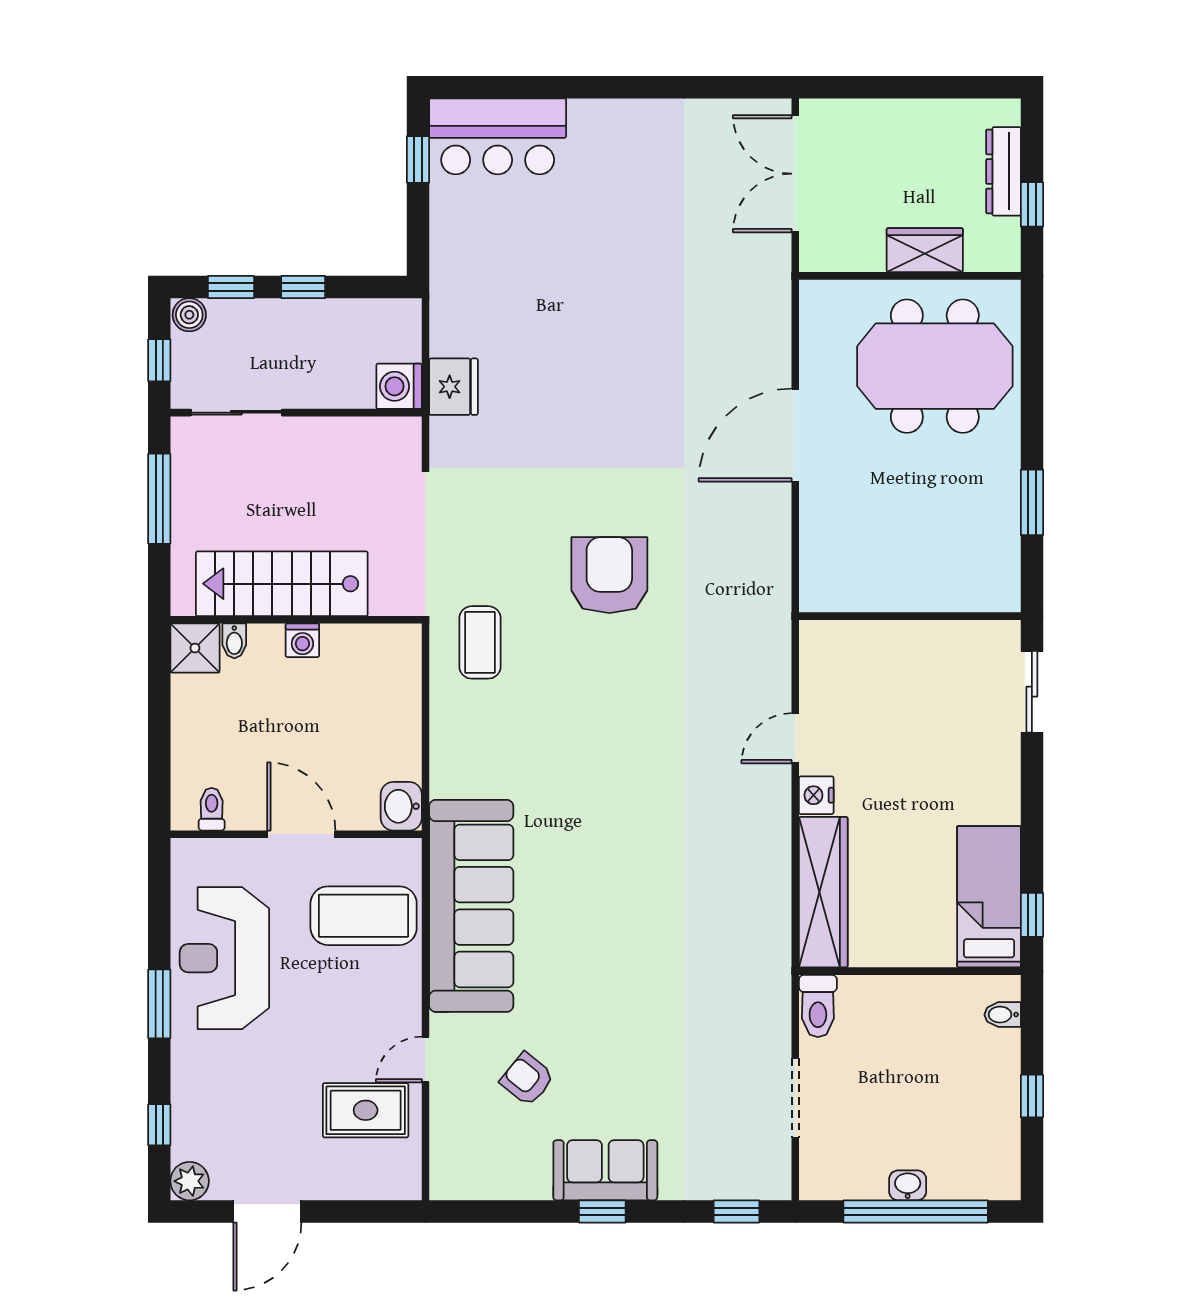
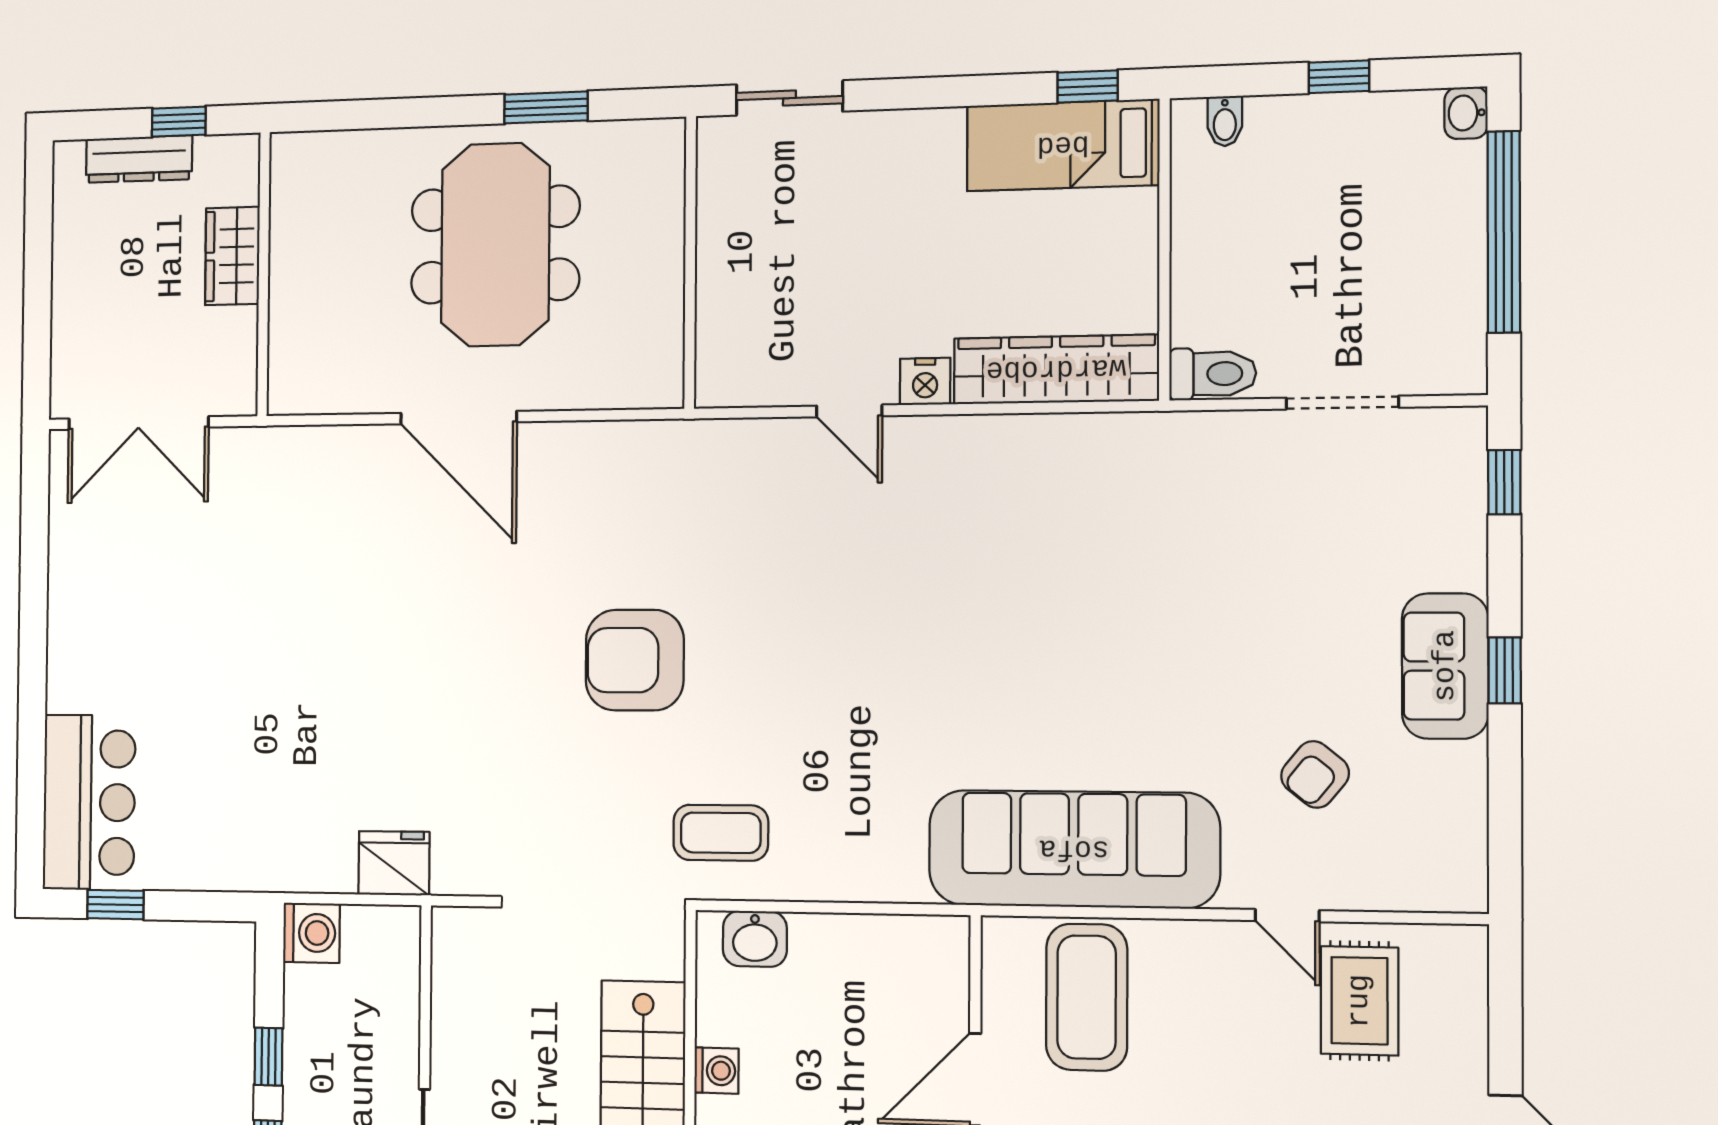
meeting table: (935, 366) -> (495, 245), moved
washing machine: (399, 386) -> (311, 933), moved, turned -90
washbasin: (401, 806) -> (755, 939), moved
washbasin: (908, 1185) -> (1466, 113), moved

